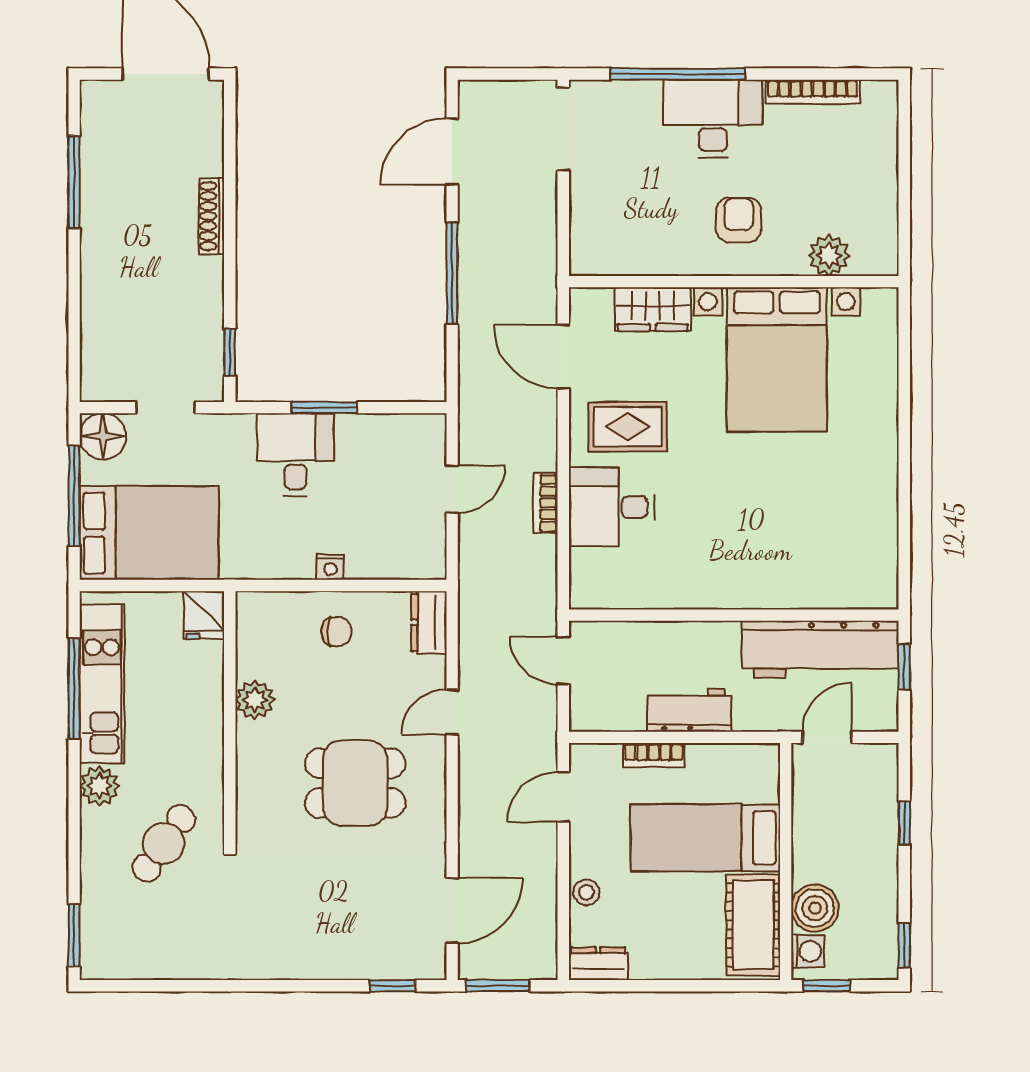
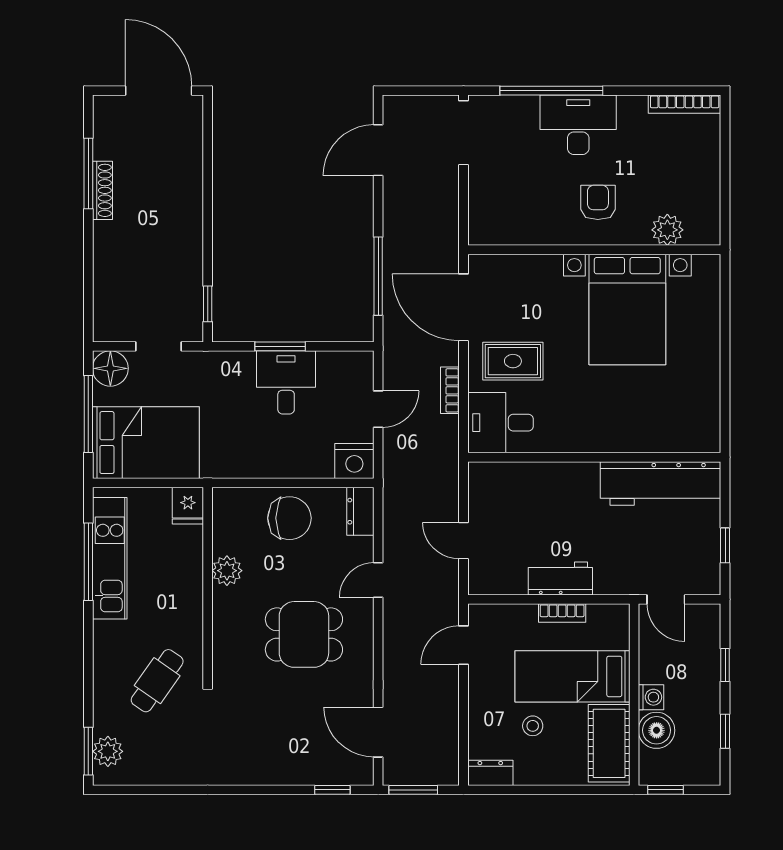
bookcase: (813, 92) -> (685, 104), moved
shoe rack: (211, 216) -> (102, 190), moved, turned 180
window: (452, 273) -> (378, 276), moved
wardrobe: (653, 309) -> (532, 271), removed
door: (563, 357) -> (463, 307), width x1.36
desk: (295, 455) -> (286, 382), moved
bookcase: (546, 503) -> (450, 390), moved
nightstand: (330, 567) -> (354, 461), moved, width x1.89, depth x1.79
wall: (734, 615) -> (594, 457), moved
chair: (336, 632) -> (289, 518), width x1.87, depth x1.87
workbench: (820, 649) -> (661, 483), moved
door: (827, 737) -> (666, 599), swing flipped
bookcase: (654, 755) -> (562, 613), moved
plant: (99, 786) -> (108, 751), moved
stool: (586, 892) -> (533, 726), moved
door: (452, 910) -> (378, 732), swing flipped
window: (904, 945) -> (725, 731), moved
washing machine: (808, 951) -> (651, 697), moved

